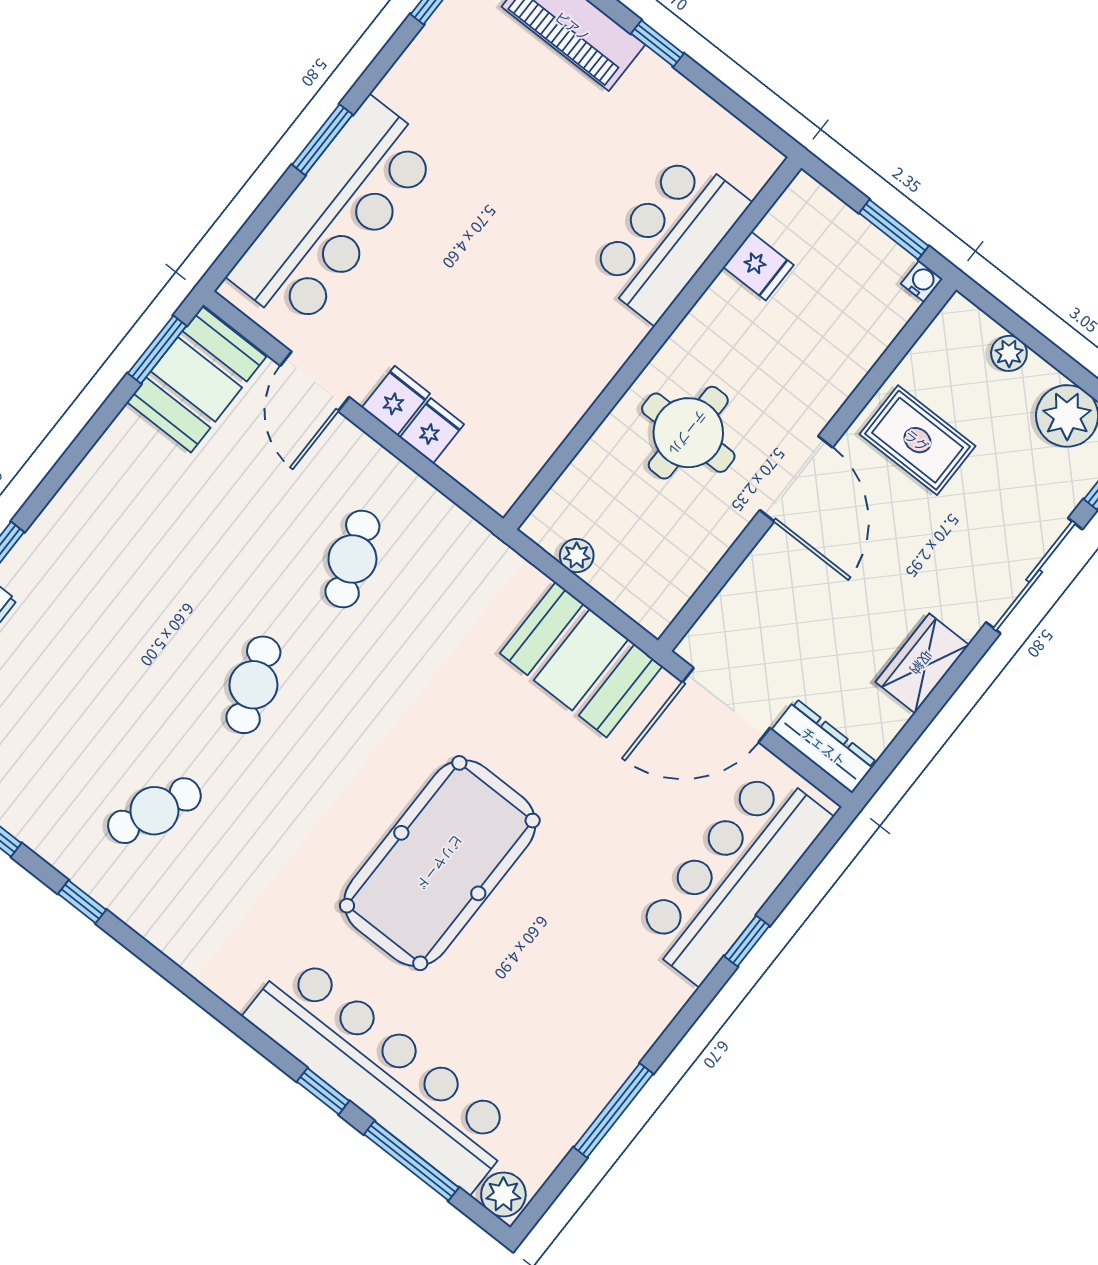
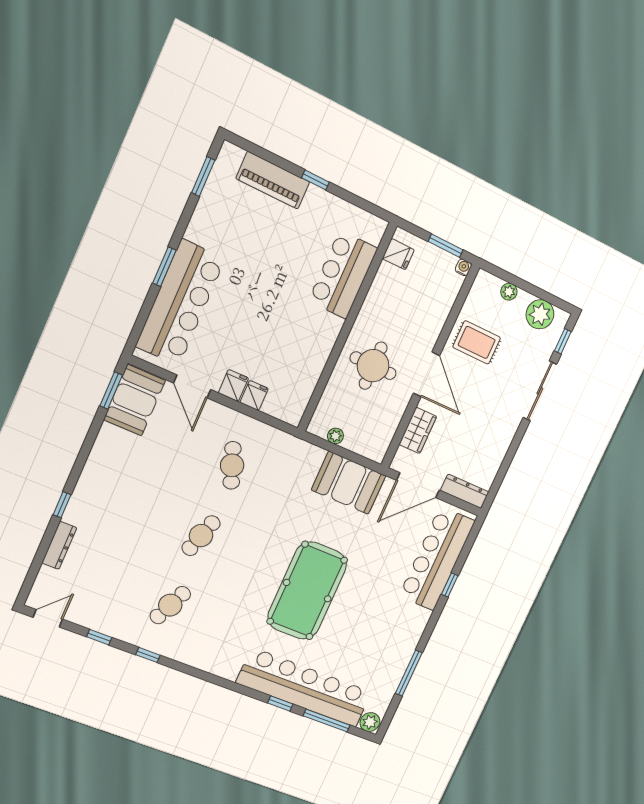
fridge: (758, 266) -> (398, 254), moved
wardrobe: (922, 663) -> (418, 430), moved, turned 180
cafe table: (253, 685) -> (201, 536), turned 39

